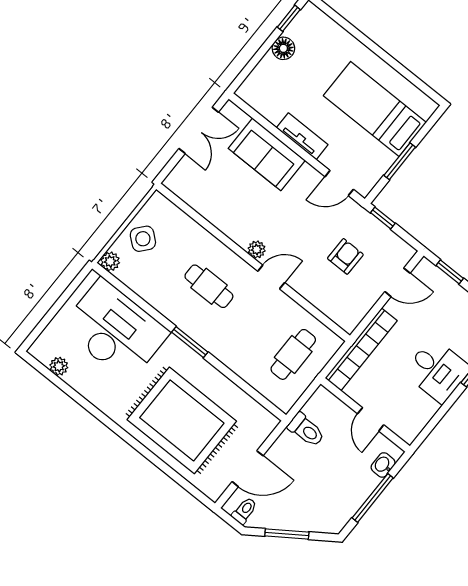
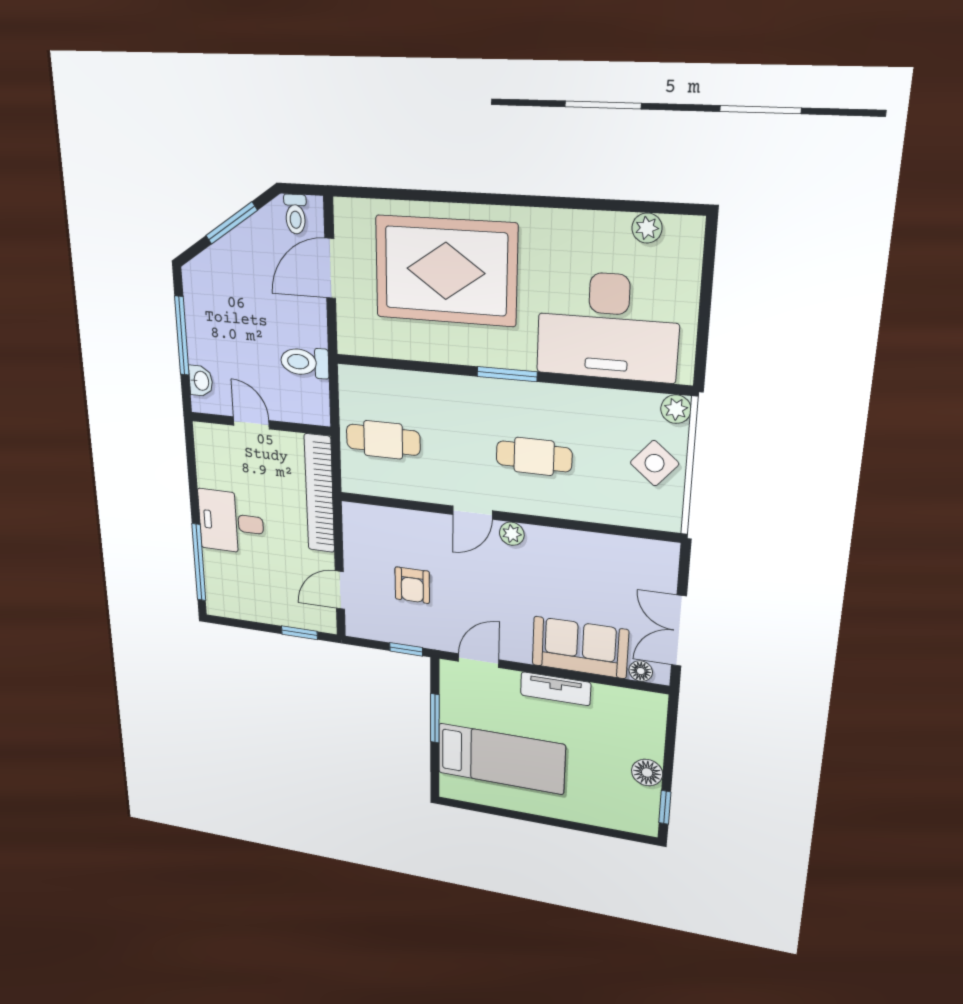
floor lamp: (240, 118) -> (641, 671), added
cafe table: (293, 354) -> (383, 440), turned 90

